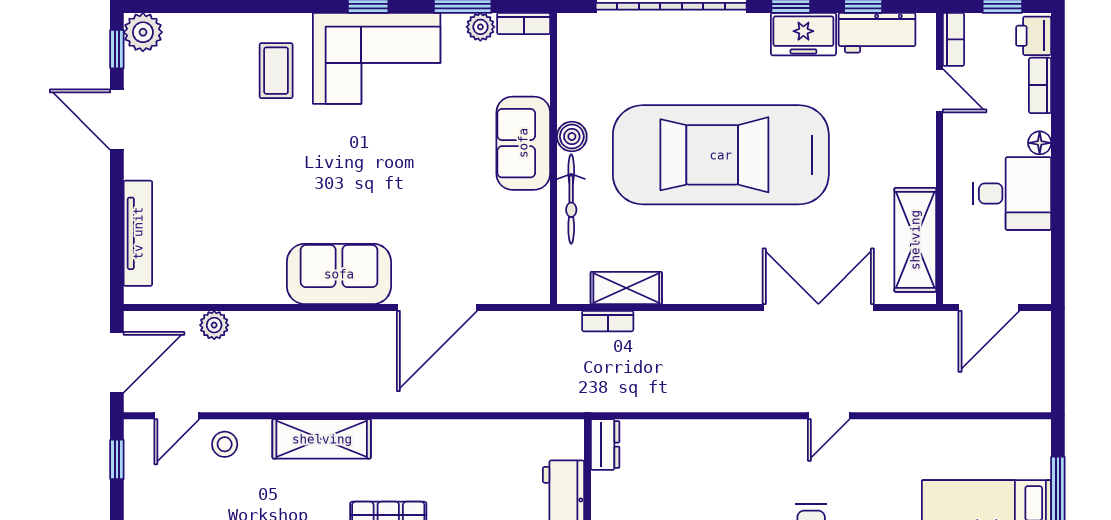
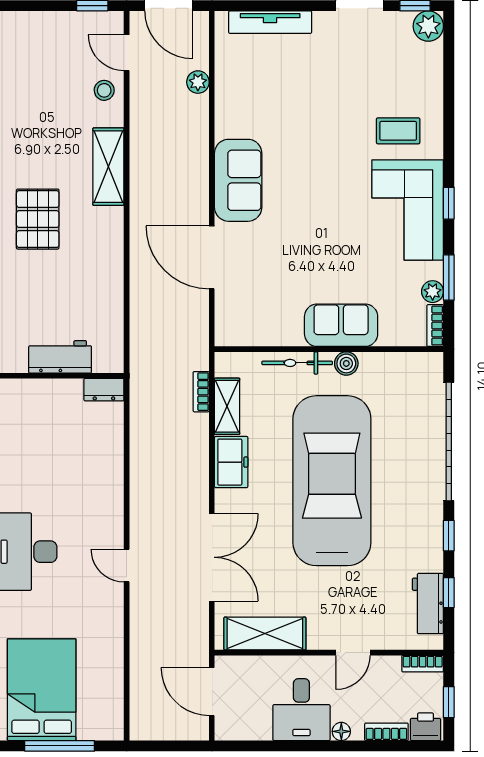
freezer: (803, 34) -> (231, 462), moved, turned 180
door: (939, 91) -> (353, 653), moved

